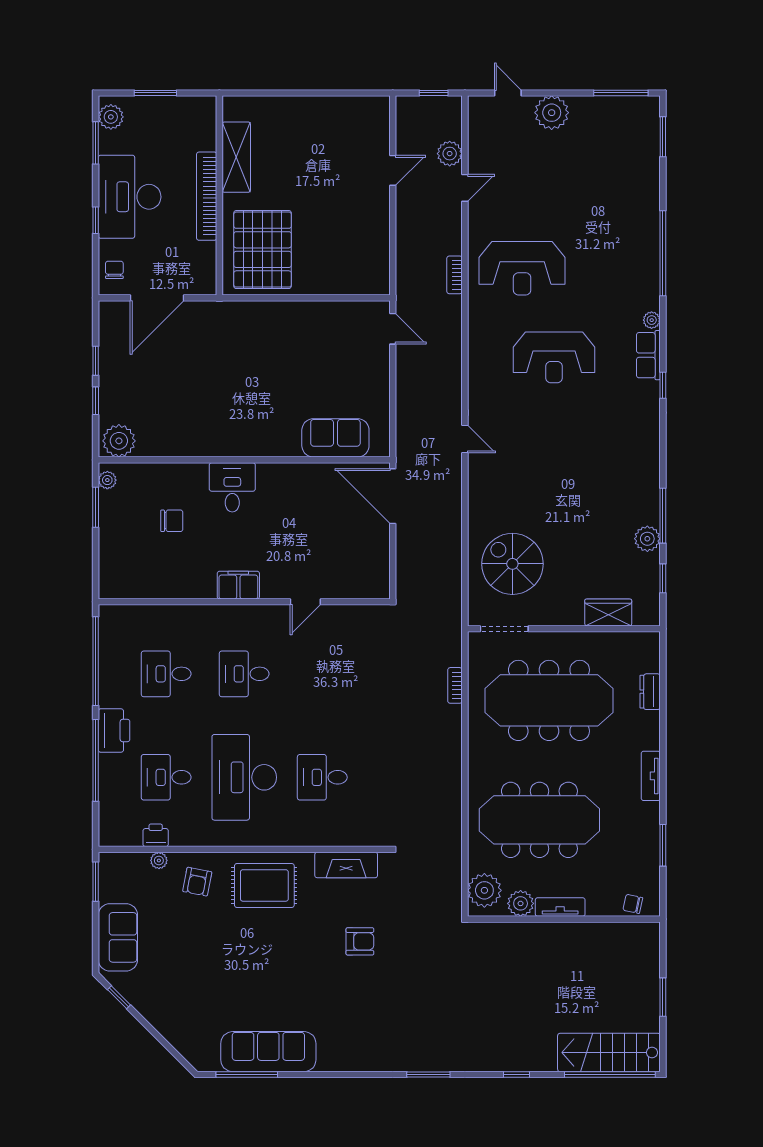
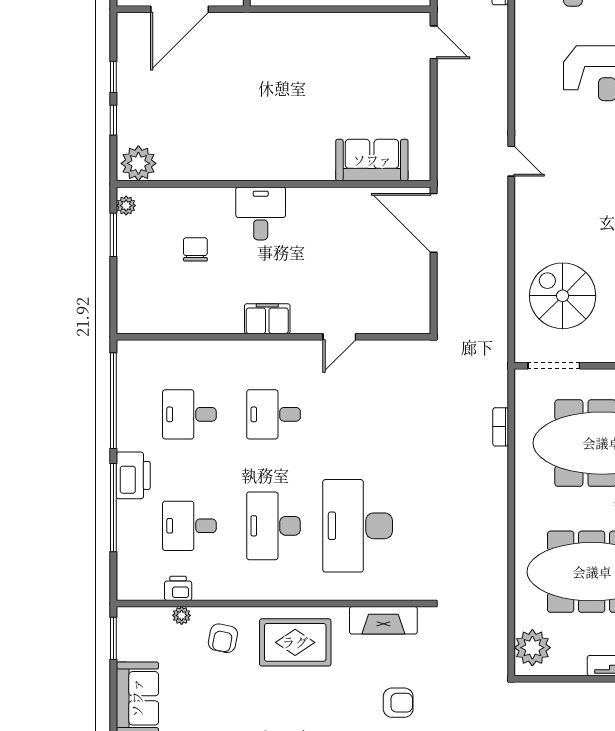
chair: (172, 521) -> (195, 249), turned -90
desk: (244, 777) -> (274, 526), width x0.73, depth x0.77
desk: (322, 777) -> (358, 526), width x1.87, depth x1.30
plant: (521, 903) -> (571, 662), removed

